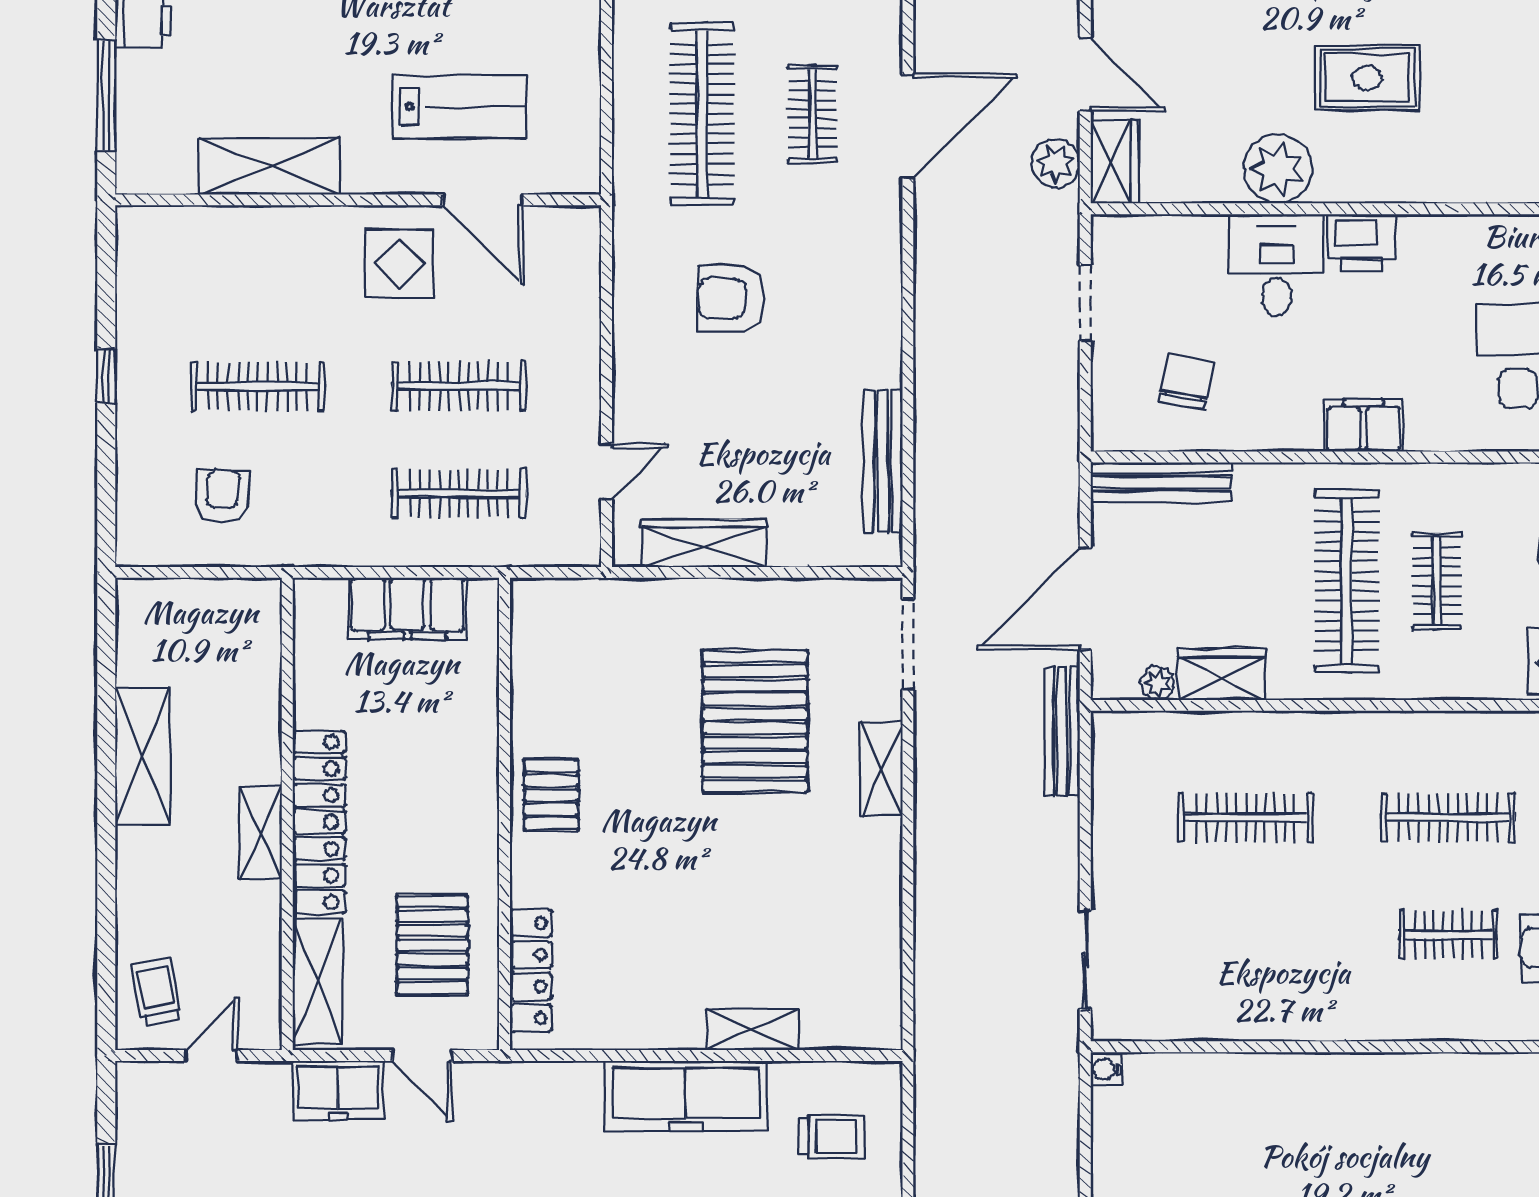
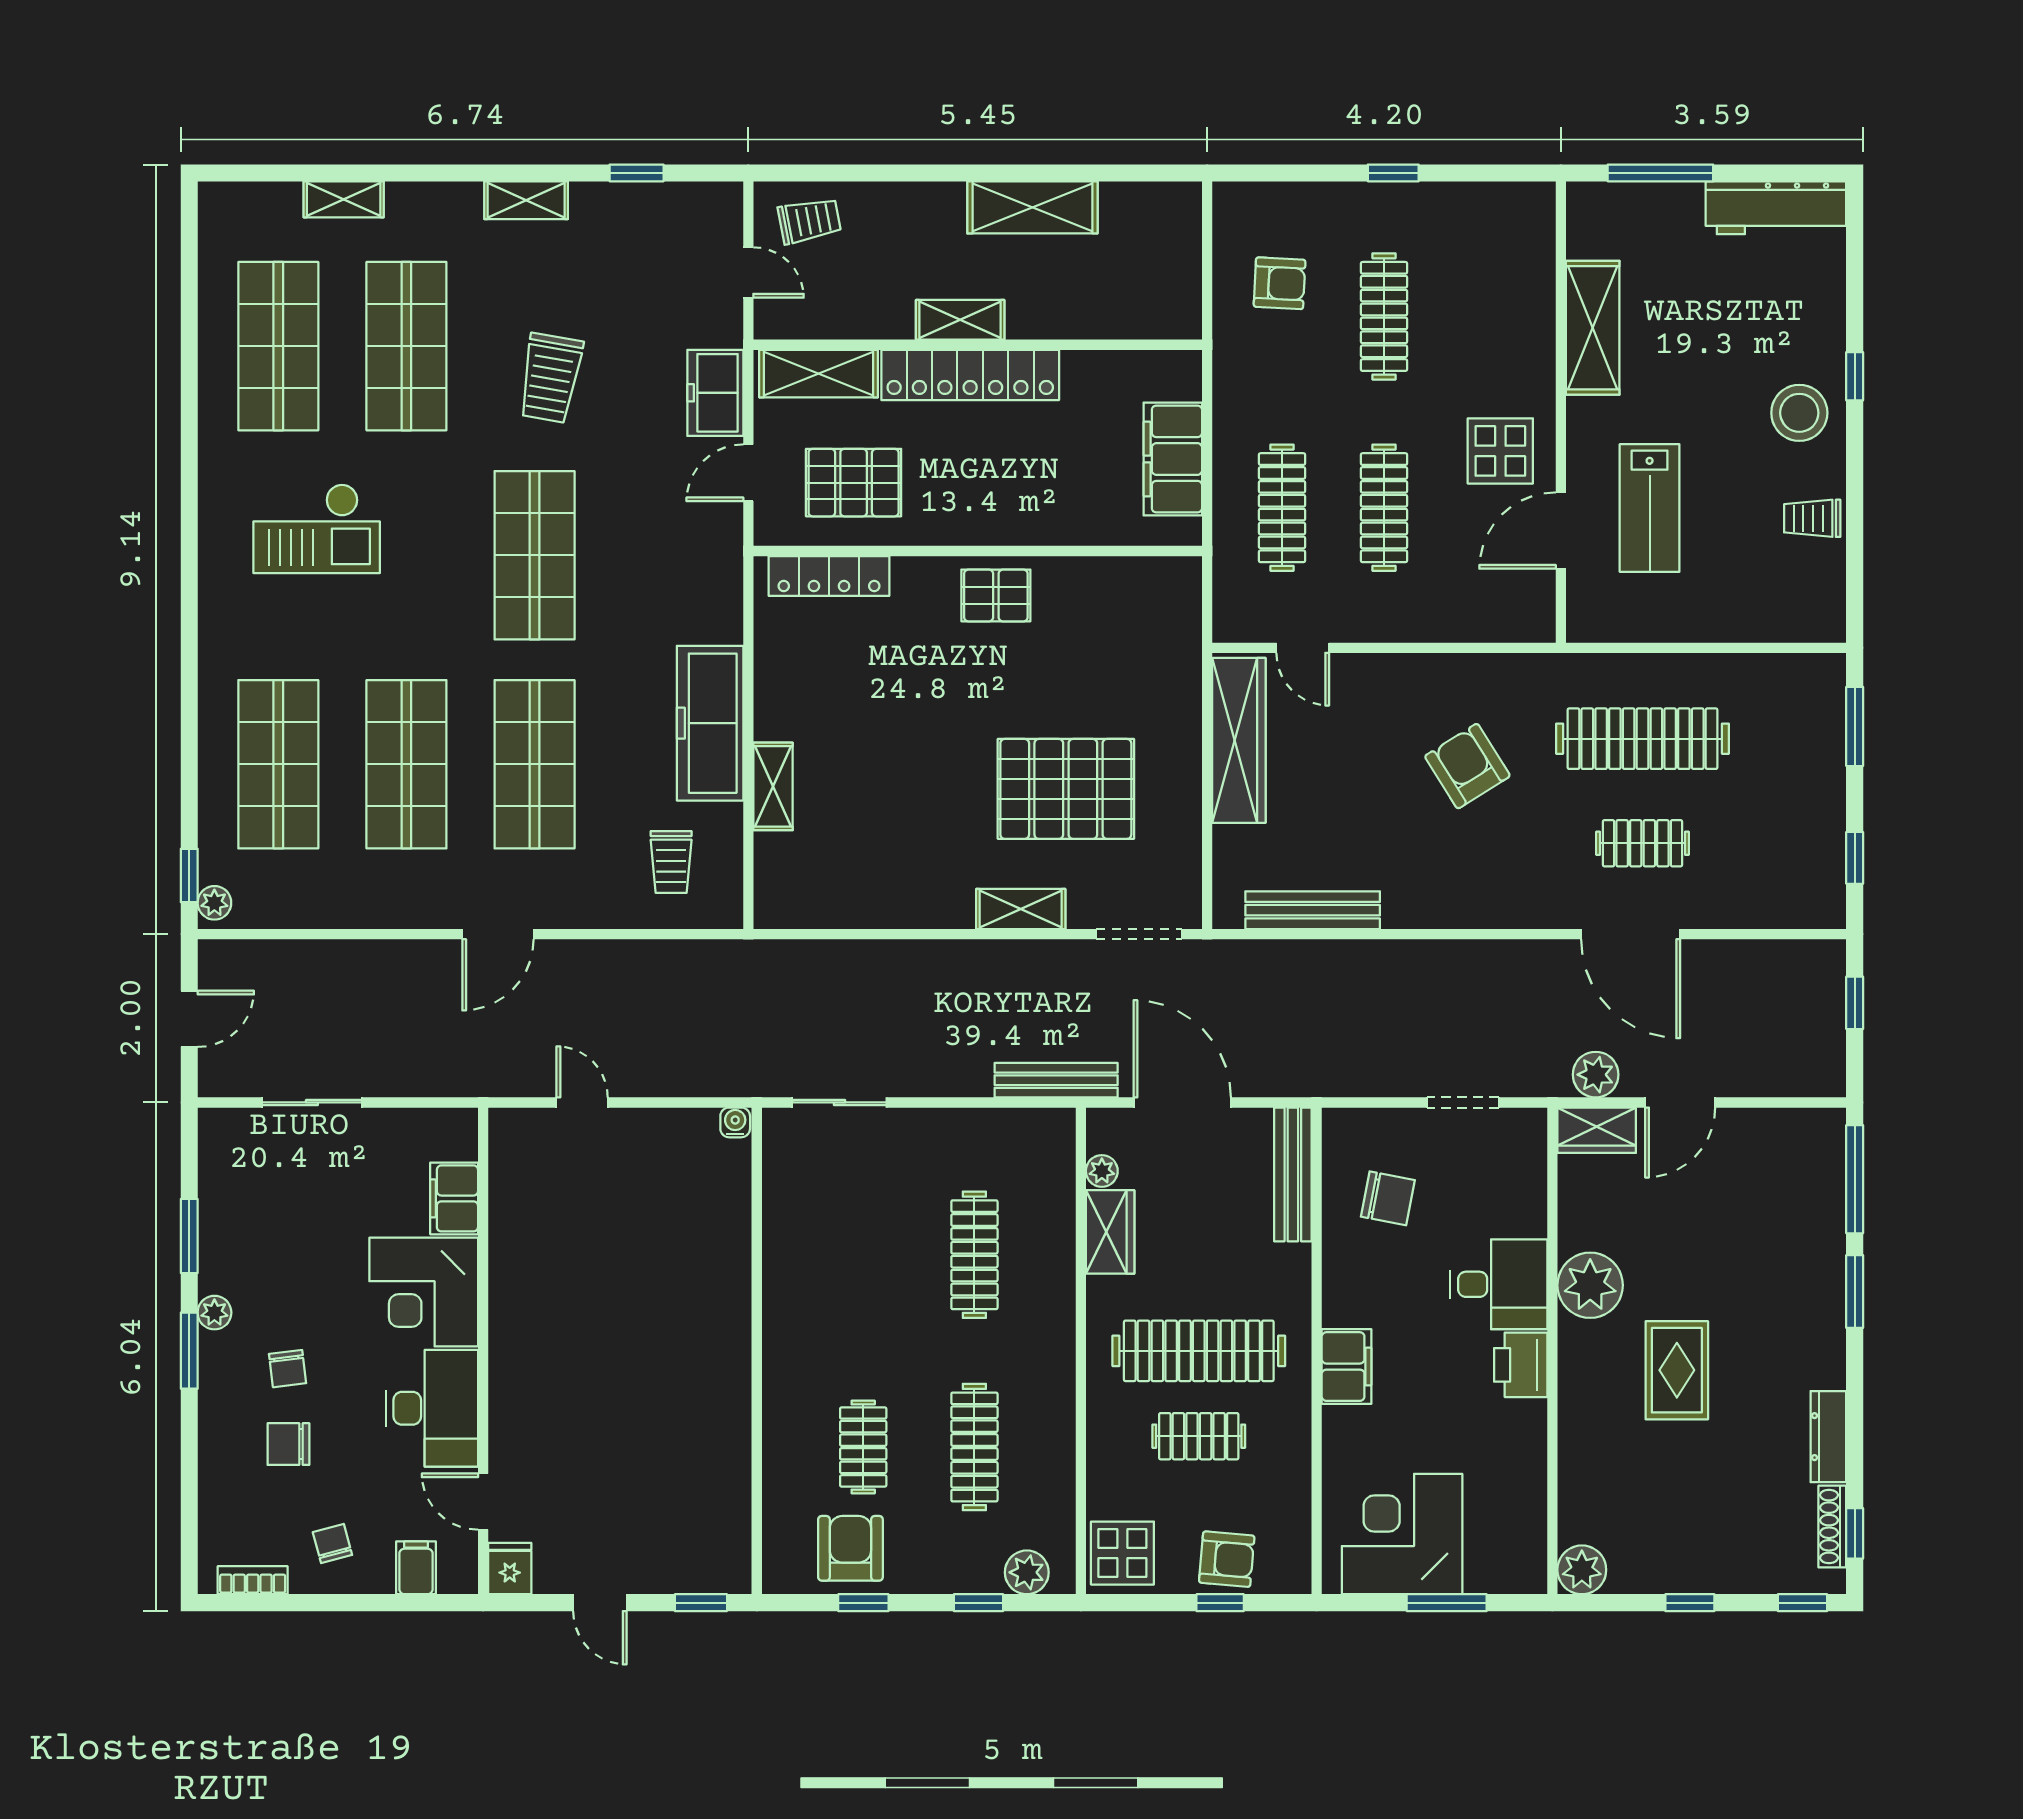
armchair: (731, 298) -> (1467, 766), turned -32
wardrobe: (704, 543) -> (1239, 740), width x1.40, depth x1.17

